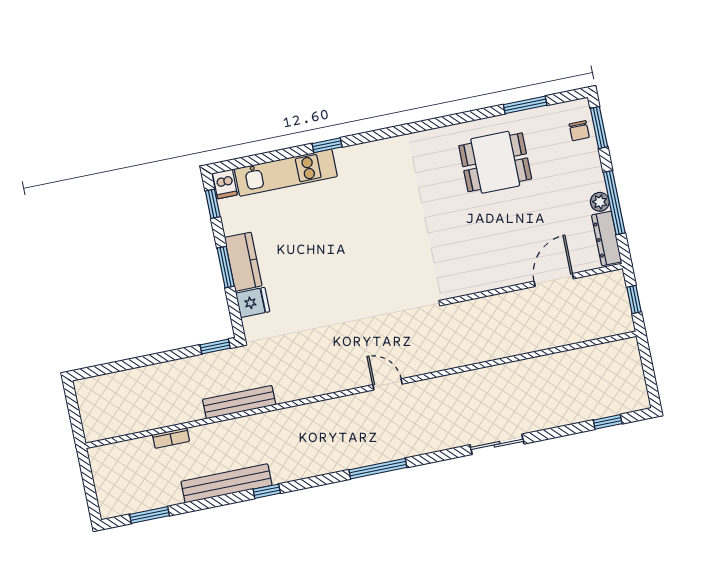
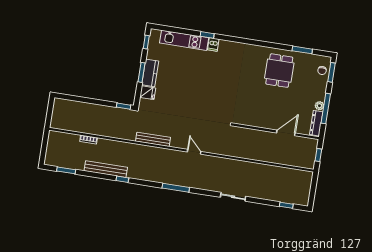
dining table: (495, 162) -> (279, 71), turned 90
dishwasher: (225, 184) -> (213, 44), moved
bench: (239, 402) -> (153, 139), moved

